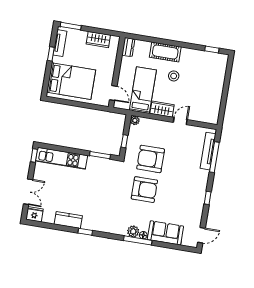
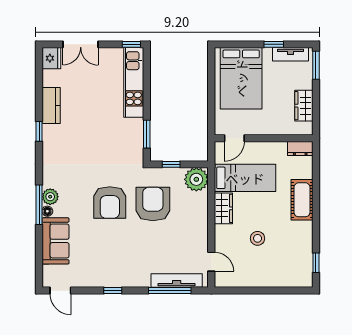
stool: (174, 76) -> (258, 238), moved
plant: (135, 120) -> (196, 179), width x1.87, depth x1.87
door: (180, 121) -> (211, 262), moved

